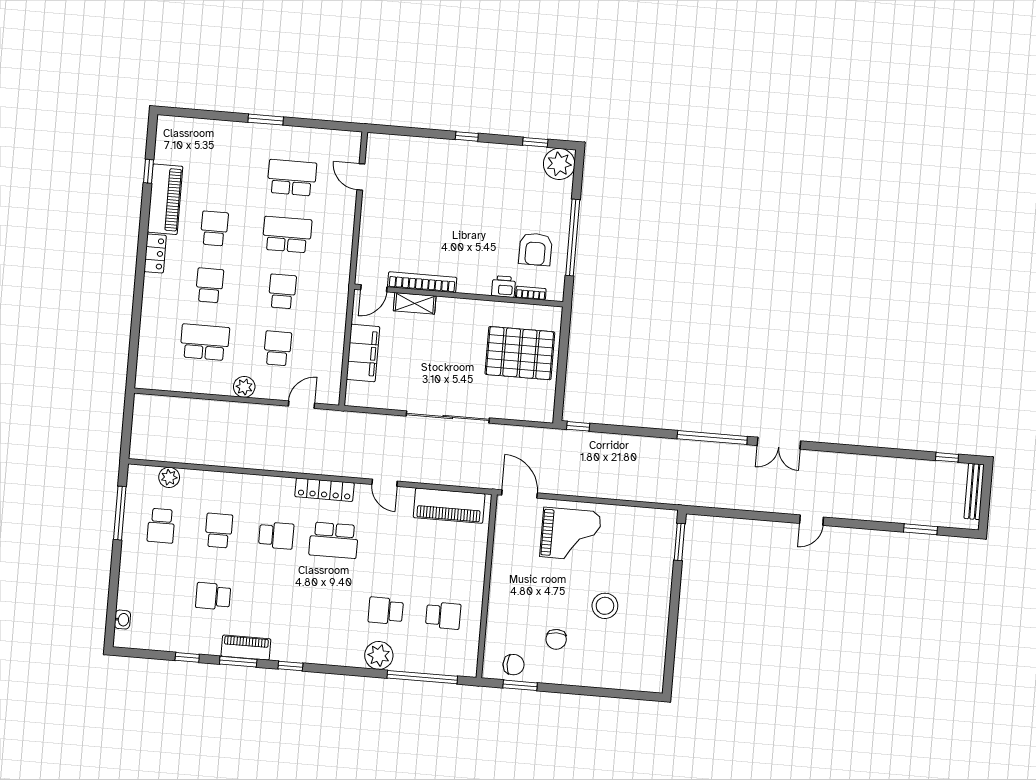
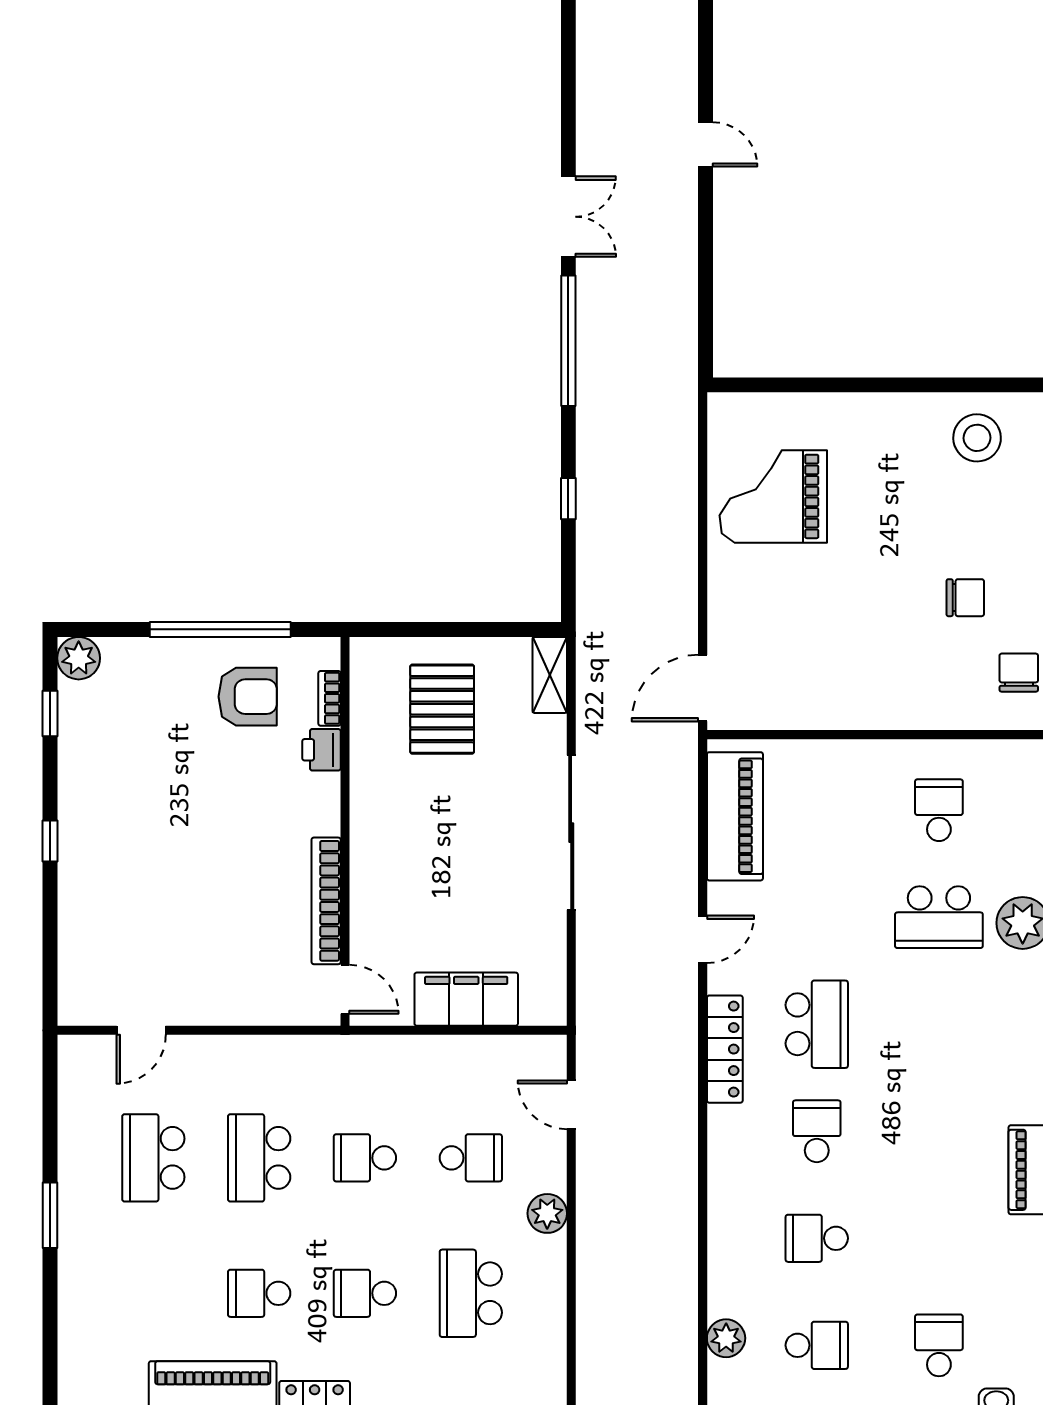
plant: (559, 164) -> (79, 658), width x0.73, depth x0.73
shelving: (415, 303) -> (550, 675), moved
school desk: (278, 348) -> (471, 1158), turned 180
pallet: (520, 353) -> (442, 709), width x0.73, depth x0.71
window: (578, 426) -> (568, 499), moved
grand piano: (570, 534) -> (773, 496), moved, turned -90
window: (679, 542) -> (766, 385), removed
school desk: (213, 596) -> (939, 1345), moved, turned 180
stool: (605, 606) -> (977, 438), moved
school desk: (386, 611) -> (939, 917), width x1.85

